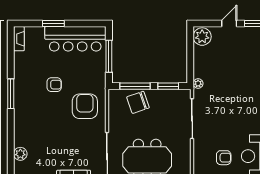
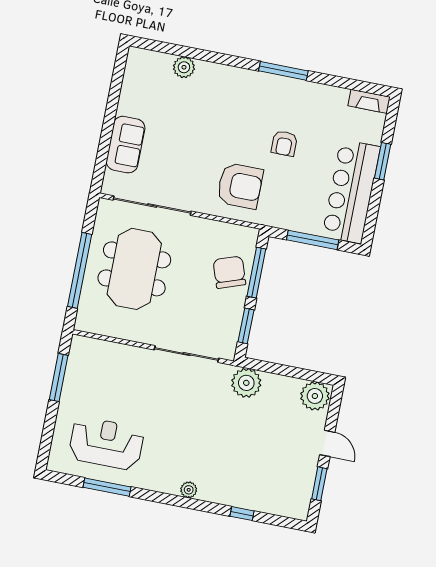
plant: (198, 83) -> (246, 383), width x1.88, depth x1.88
armchair: (224, 158) -> (114, 392), removed

